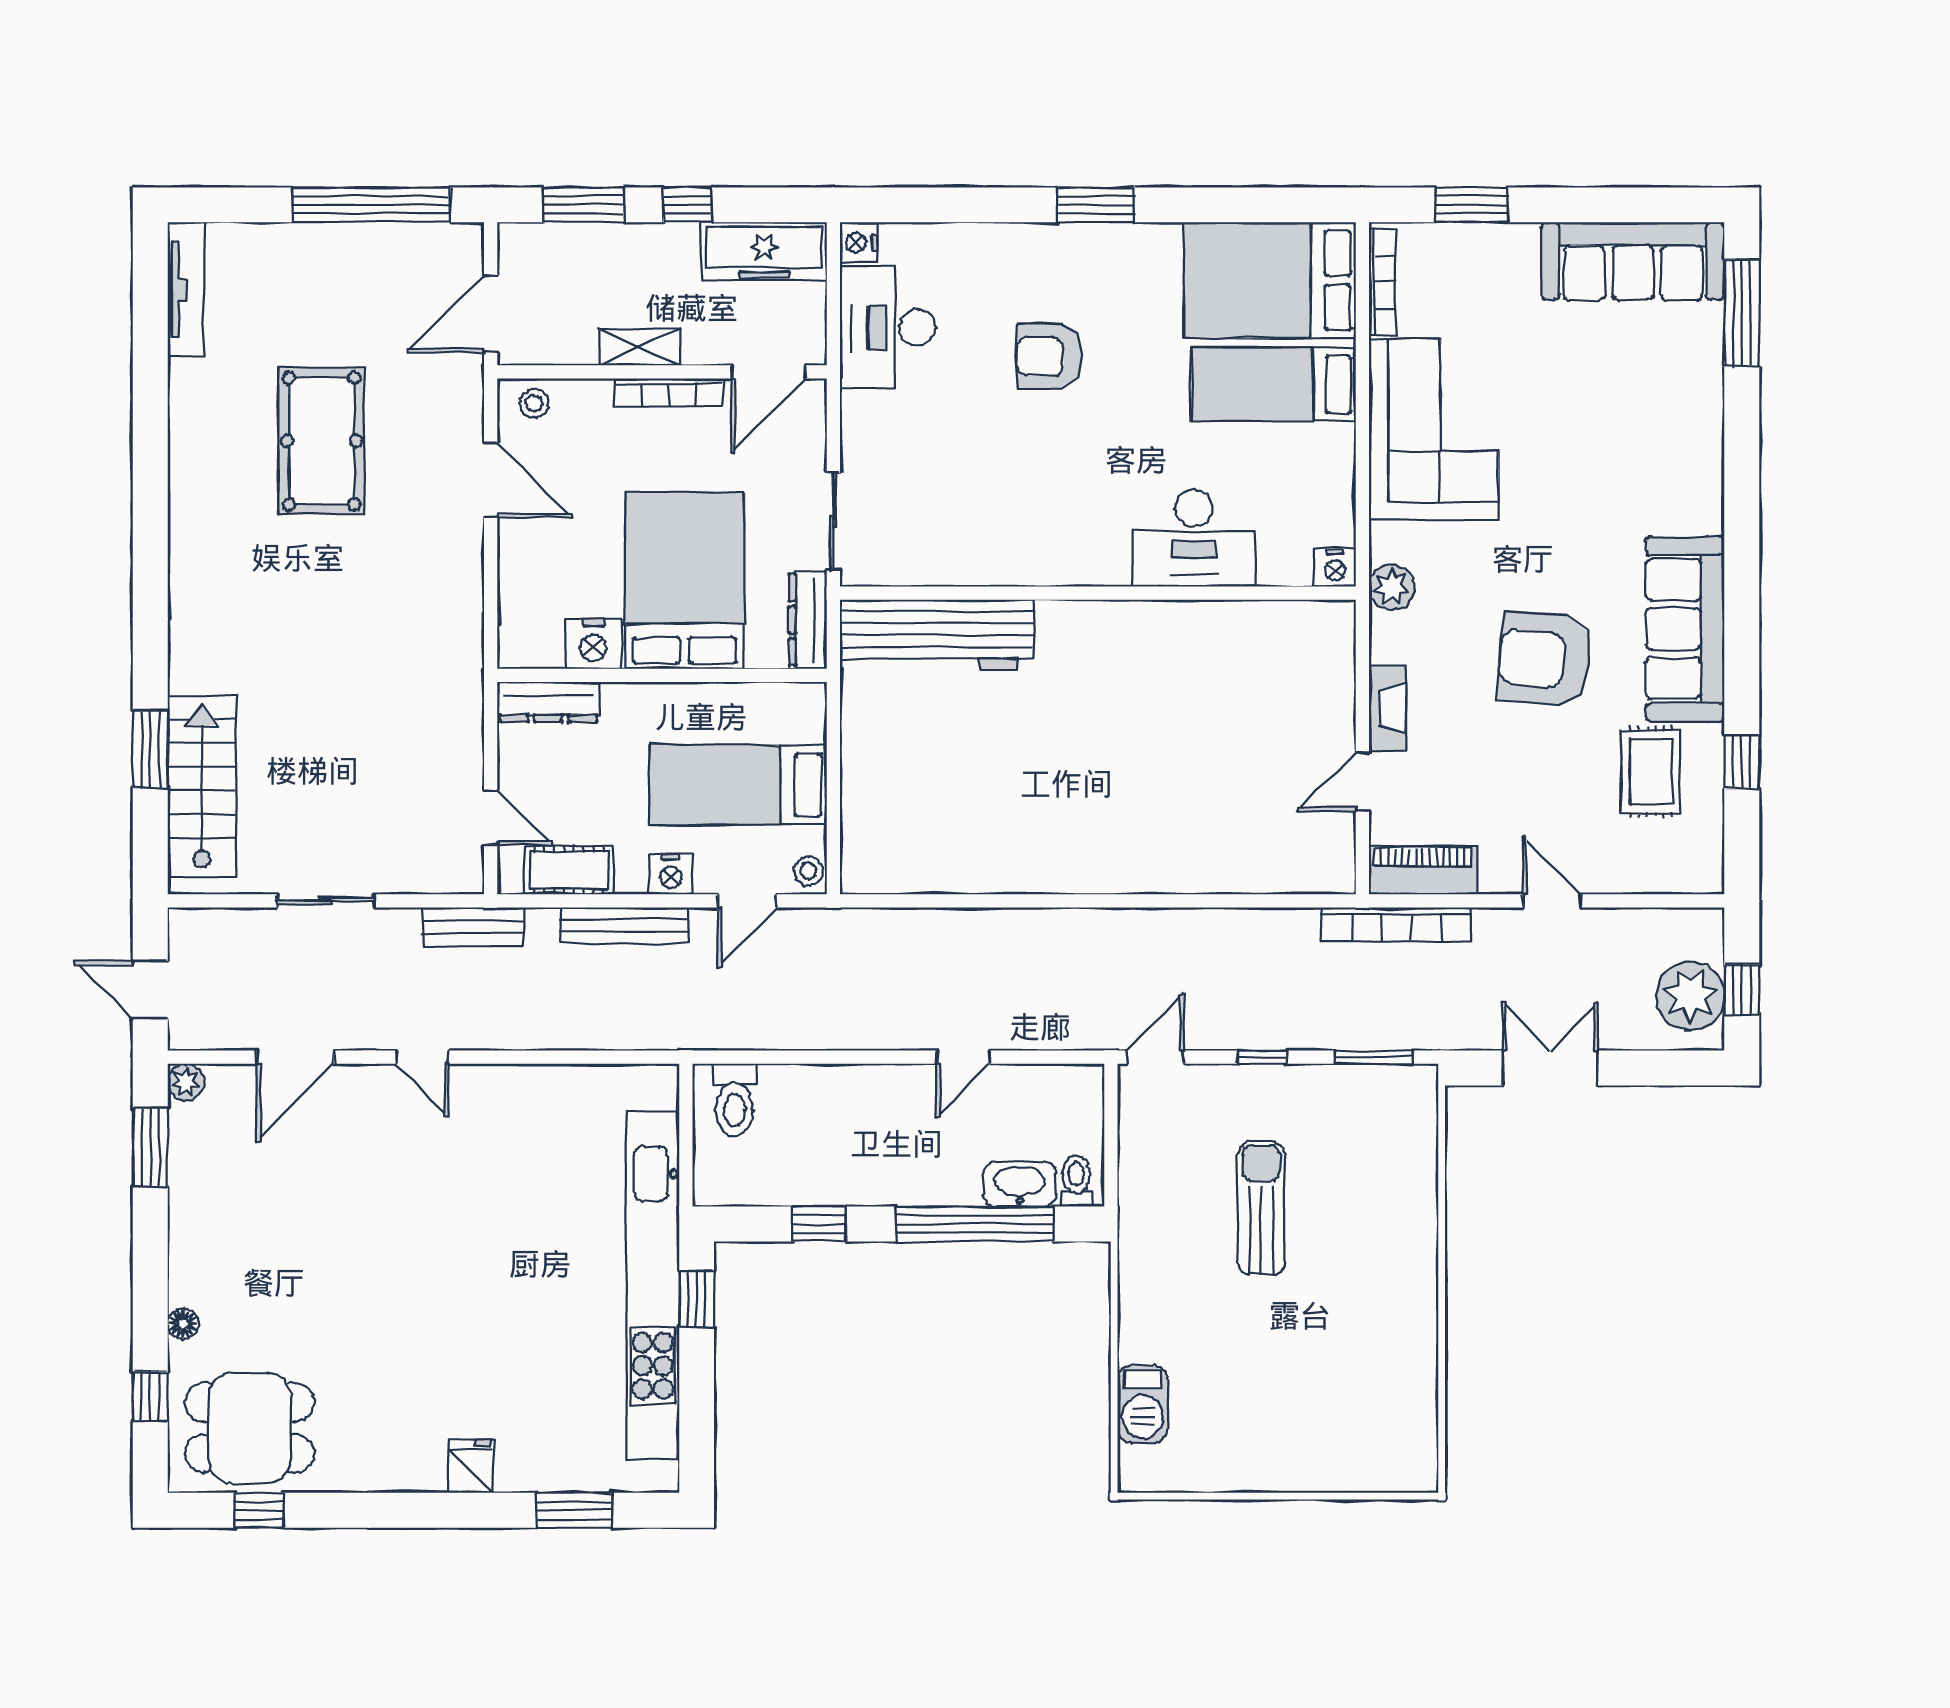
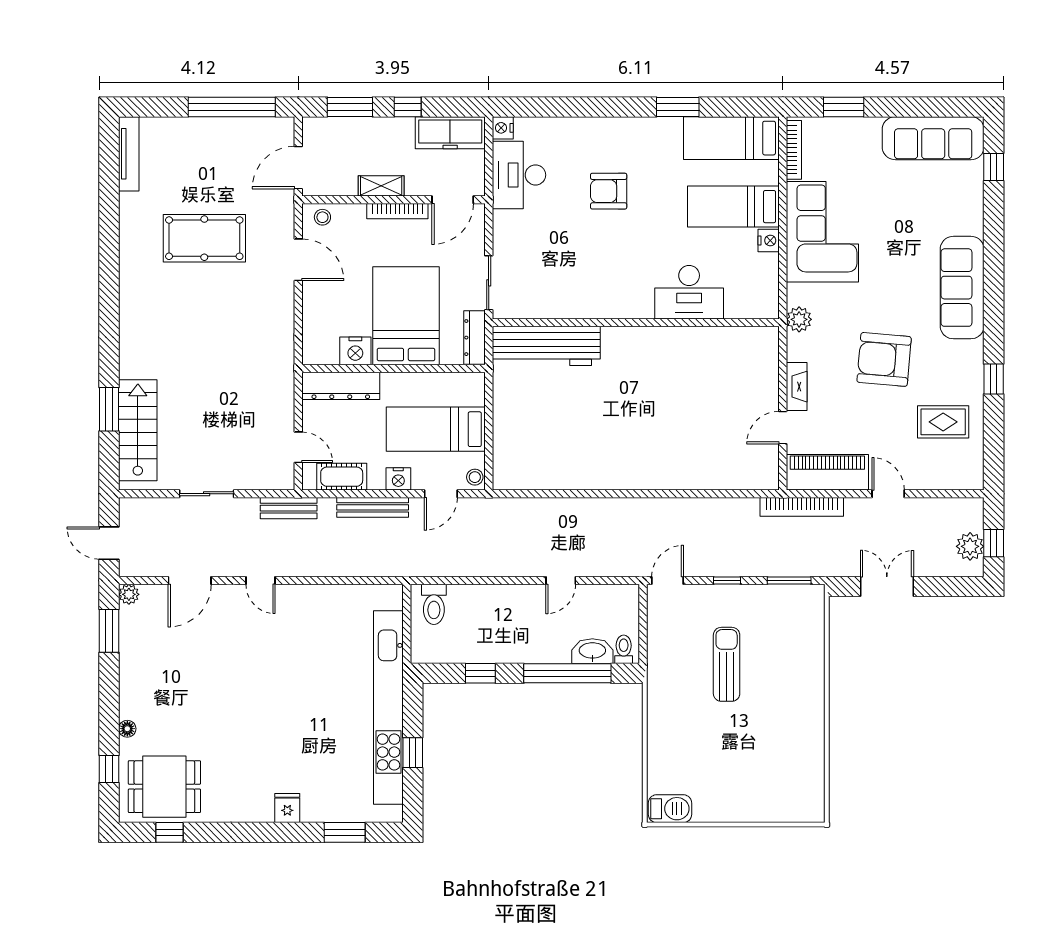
window: (1095, 205) -> (678, 107), moved
bed: (1270, 280) -> (731, 138), width x0.67
window: (1742, 313) -> (994, 167), width x0.46
pool table: (322, 441) -> (204, 238), turned 90
nightstand: (1335, 568) -> (769, 240), moved, turned -90
sofa: (1685, 629) -> (962, 288), moved
dresser: (548, 702) -> (341, 386), width x1.37, depth x1.24
window: (1742, 762) -> (994, 379), moved
rug: (1651, 772) -> (943, 422), turned 90
piano: (1423, 870) -> (827, 472), width x1.37, depth x1.33
plant: (1690, 996) -> (970, 546), width x0.73, depth x0.73
window: (697, 1299) -> (413, 753), moved
barbecue: (1143, 1404) -> (670, 809), moved, turned -90

